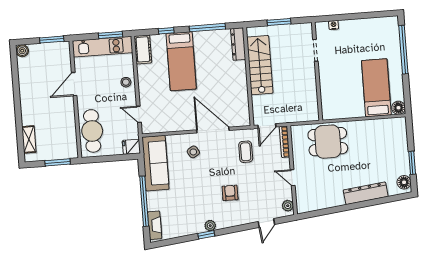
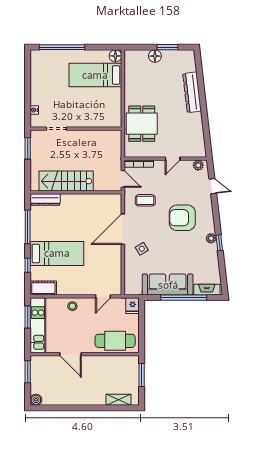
window: (279, 22) -> (28, 148), moved
sofa: (155, 163) -> (168, 285), moved
floor lamp: (404, 182) -> (155, 56), moved
armchair: (230, 193) -> (182, 218), width x1.88, depth x1.88

